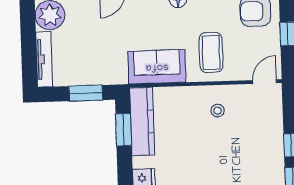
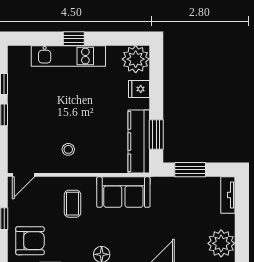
coffee table: (211, 52) -> (73, 204), width x0.73, depth x0.77
tv unit: (44, 59) -> (228, 195), width x0.71

